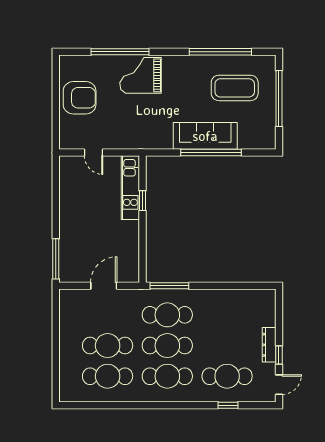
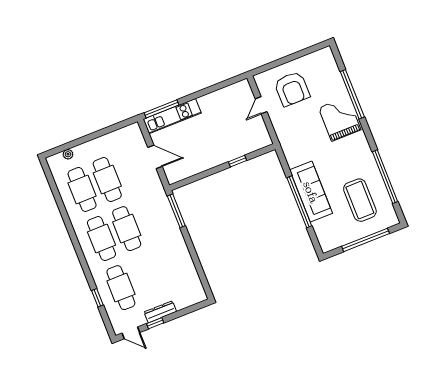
armchair: (80, 98) -> (292, 89), moved
kitchen unit: (130, 188) -> (172, 116), moved, turned 180
cafe table: (167, 315) -> (152, 219), removed
plant: (65, 376) -> (68, 154), added

